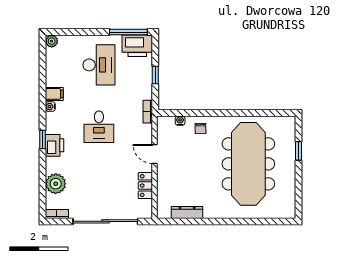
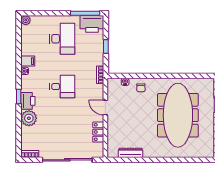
desk: (99, 127) -> (62, 87), turned -90
plant: (56, 184) -> (29, 118), moved

